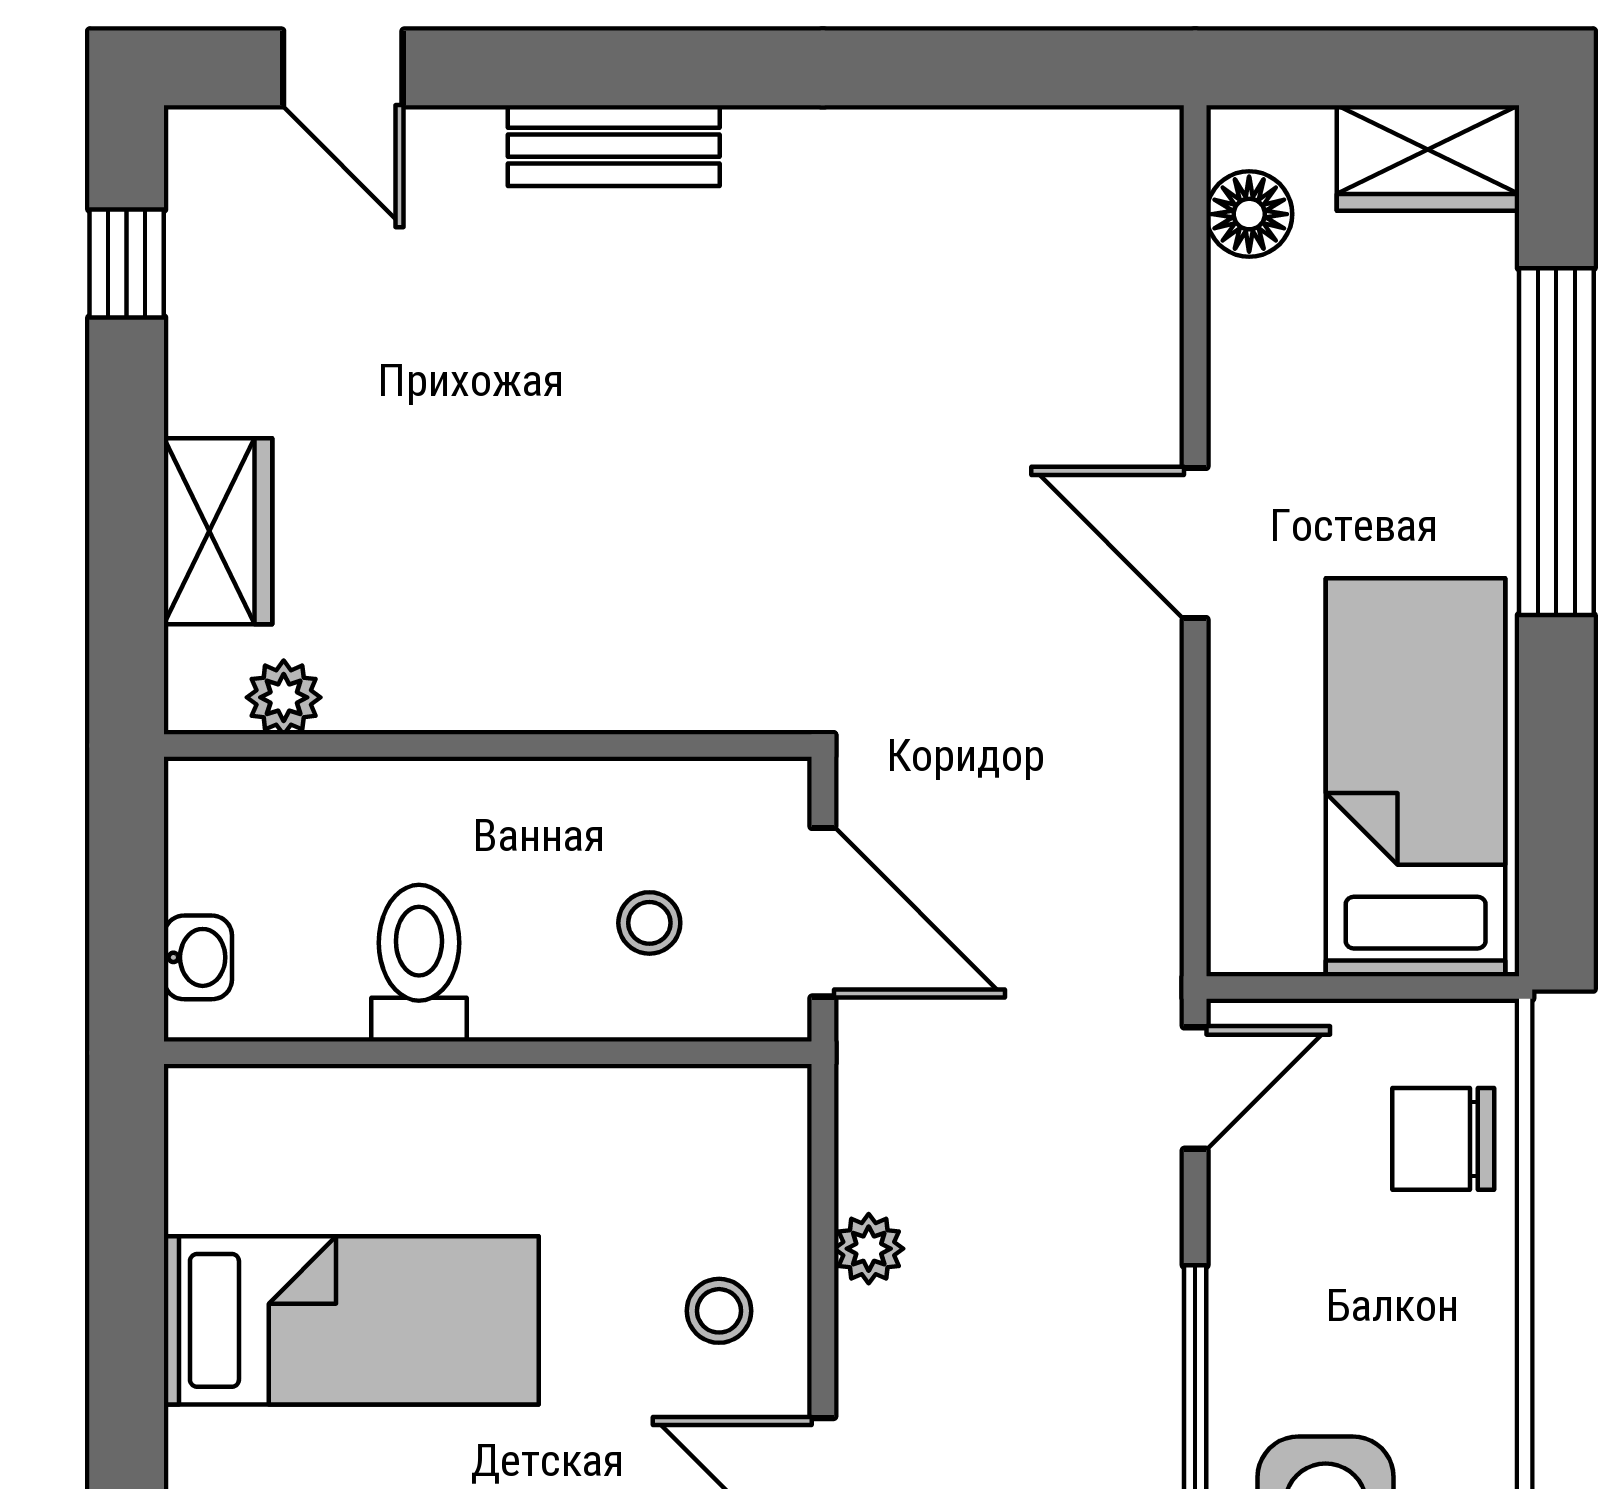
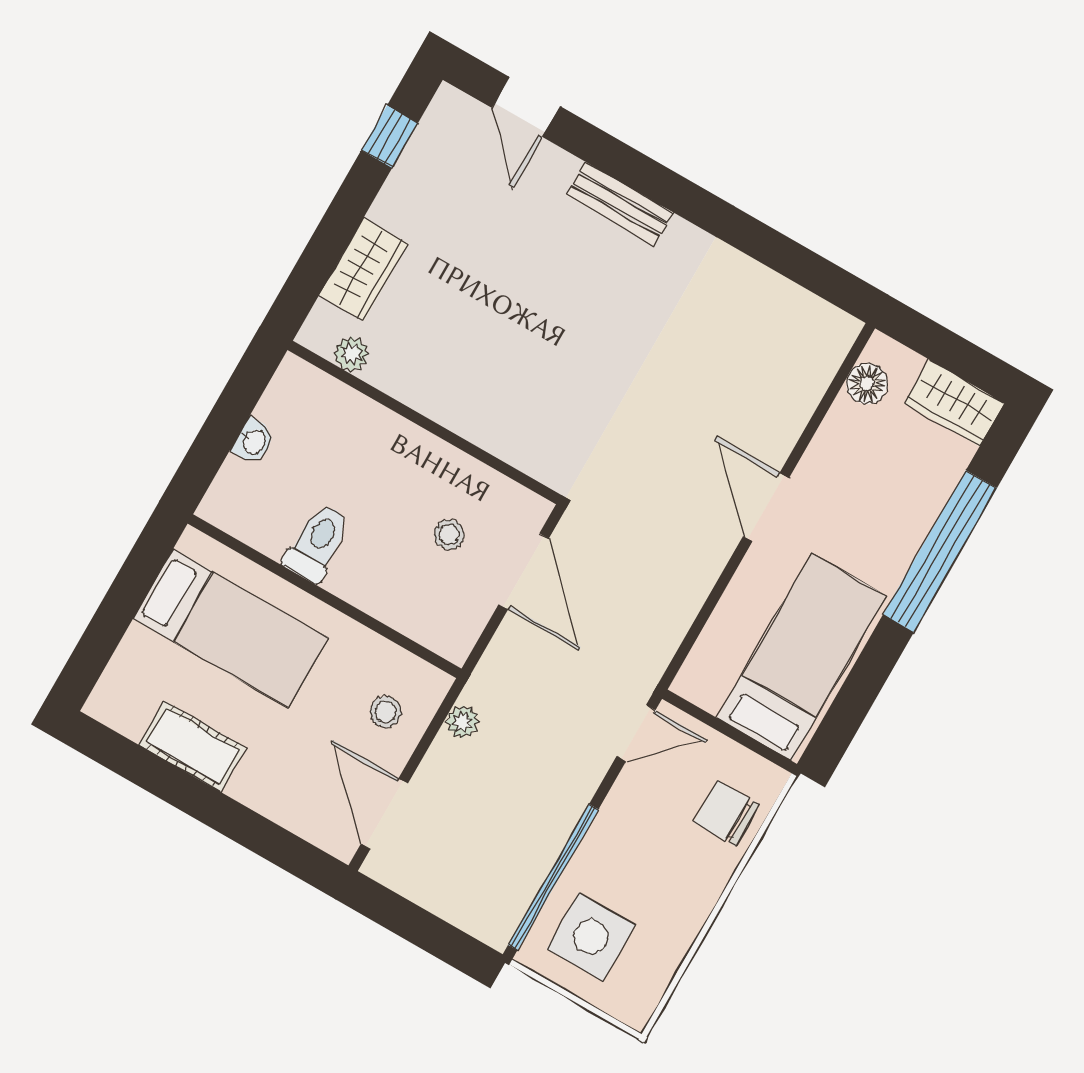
toilet: (419, 963) -> (317, 543), moved
wall: (488, 1053) -> (325, 596), moved

